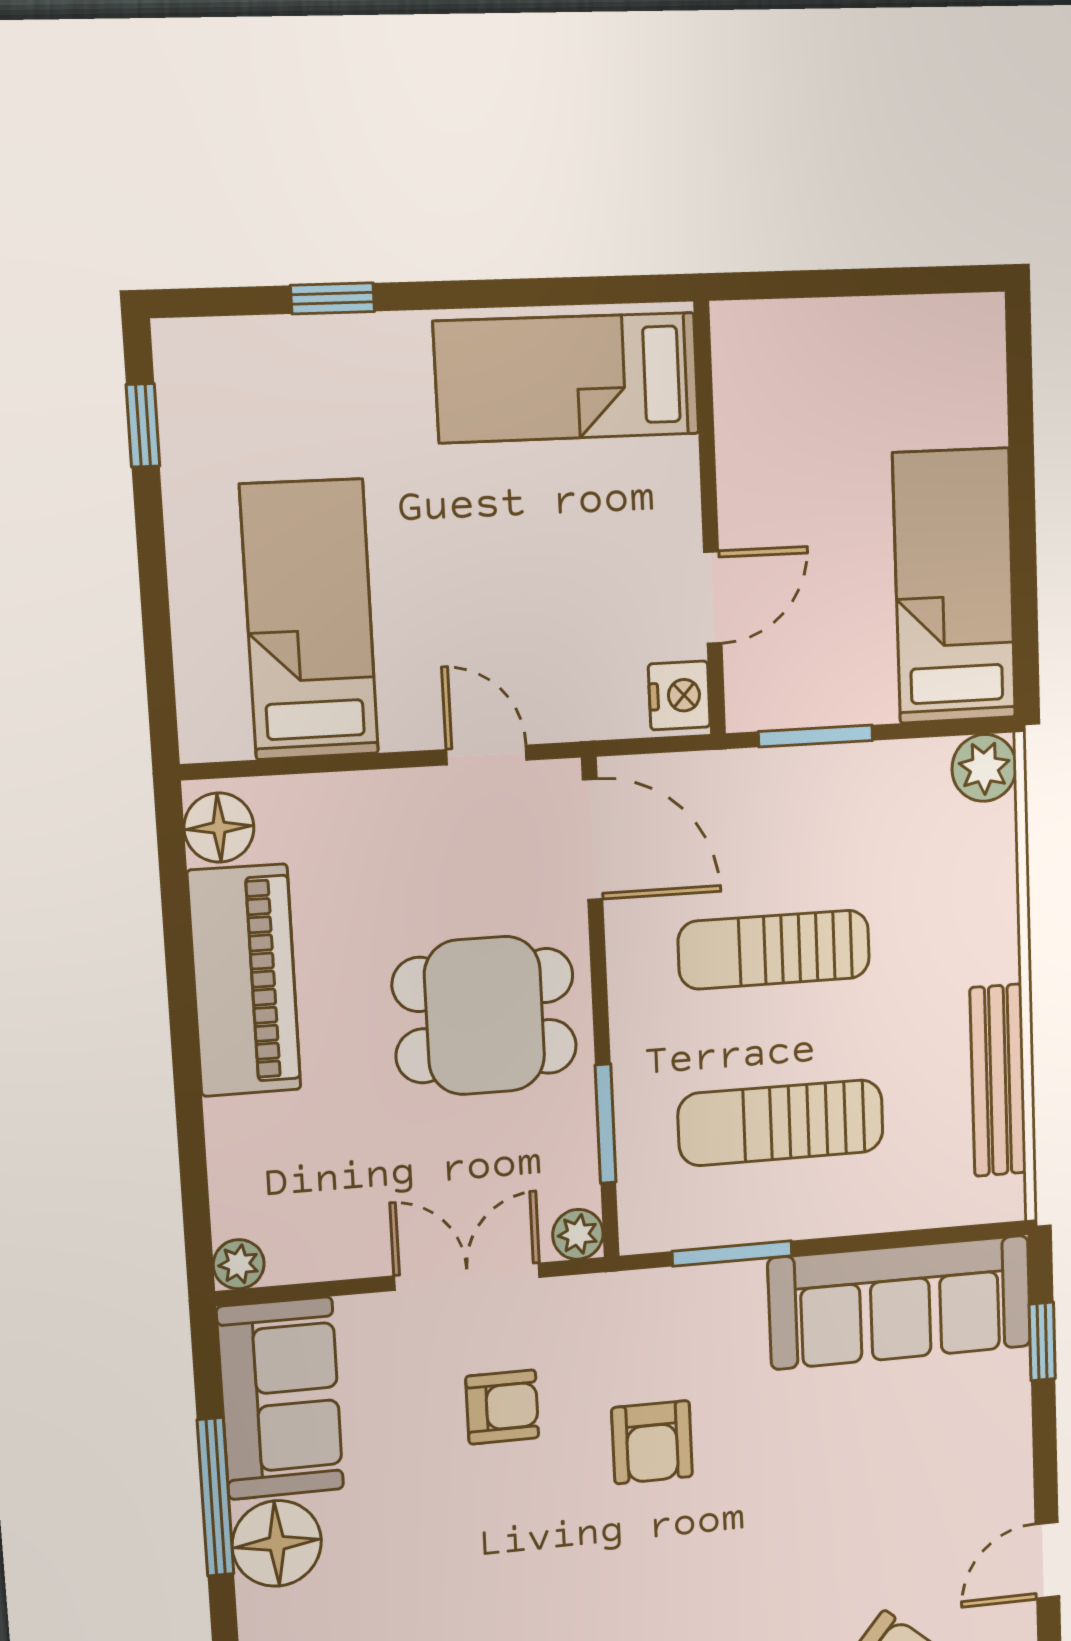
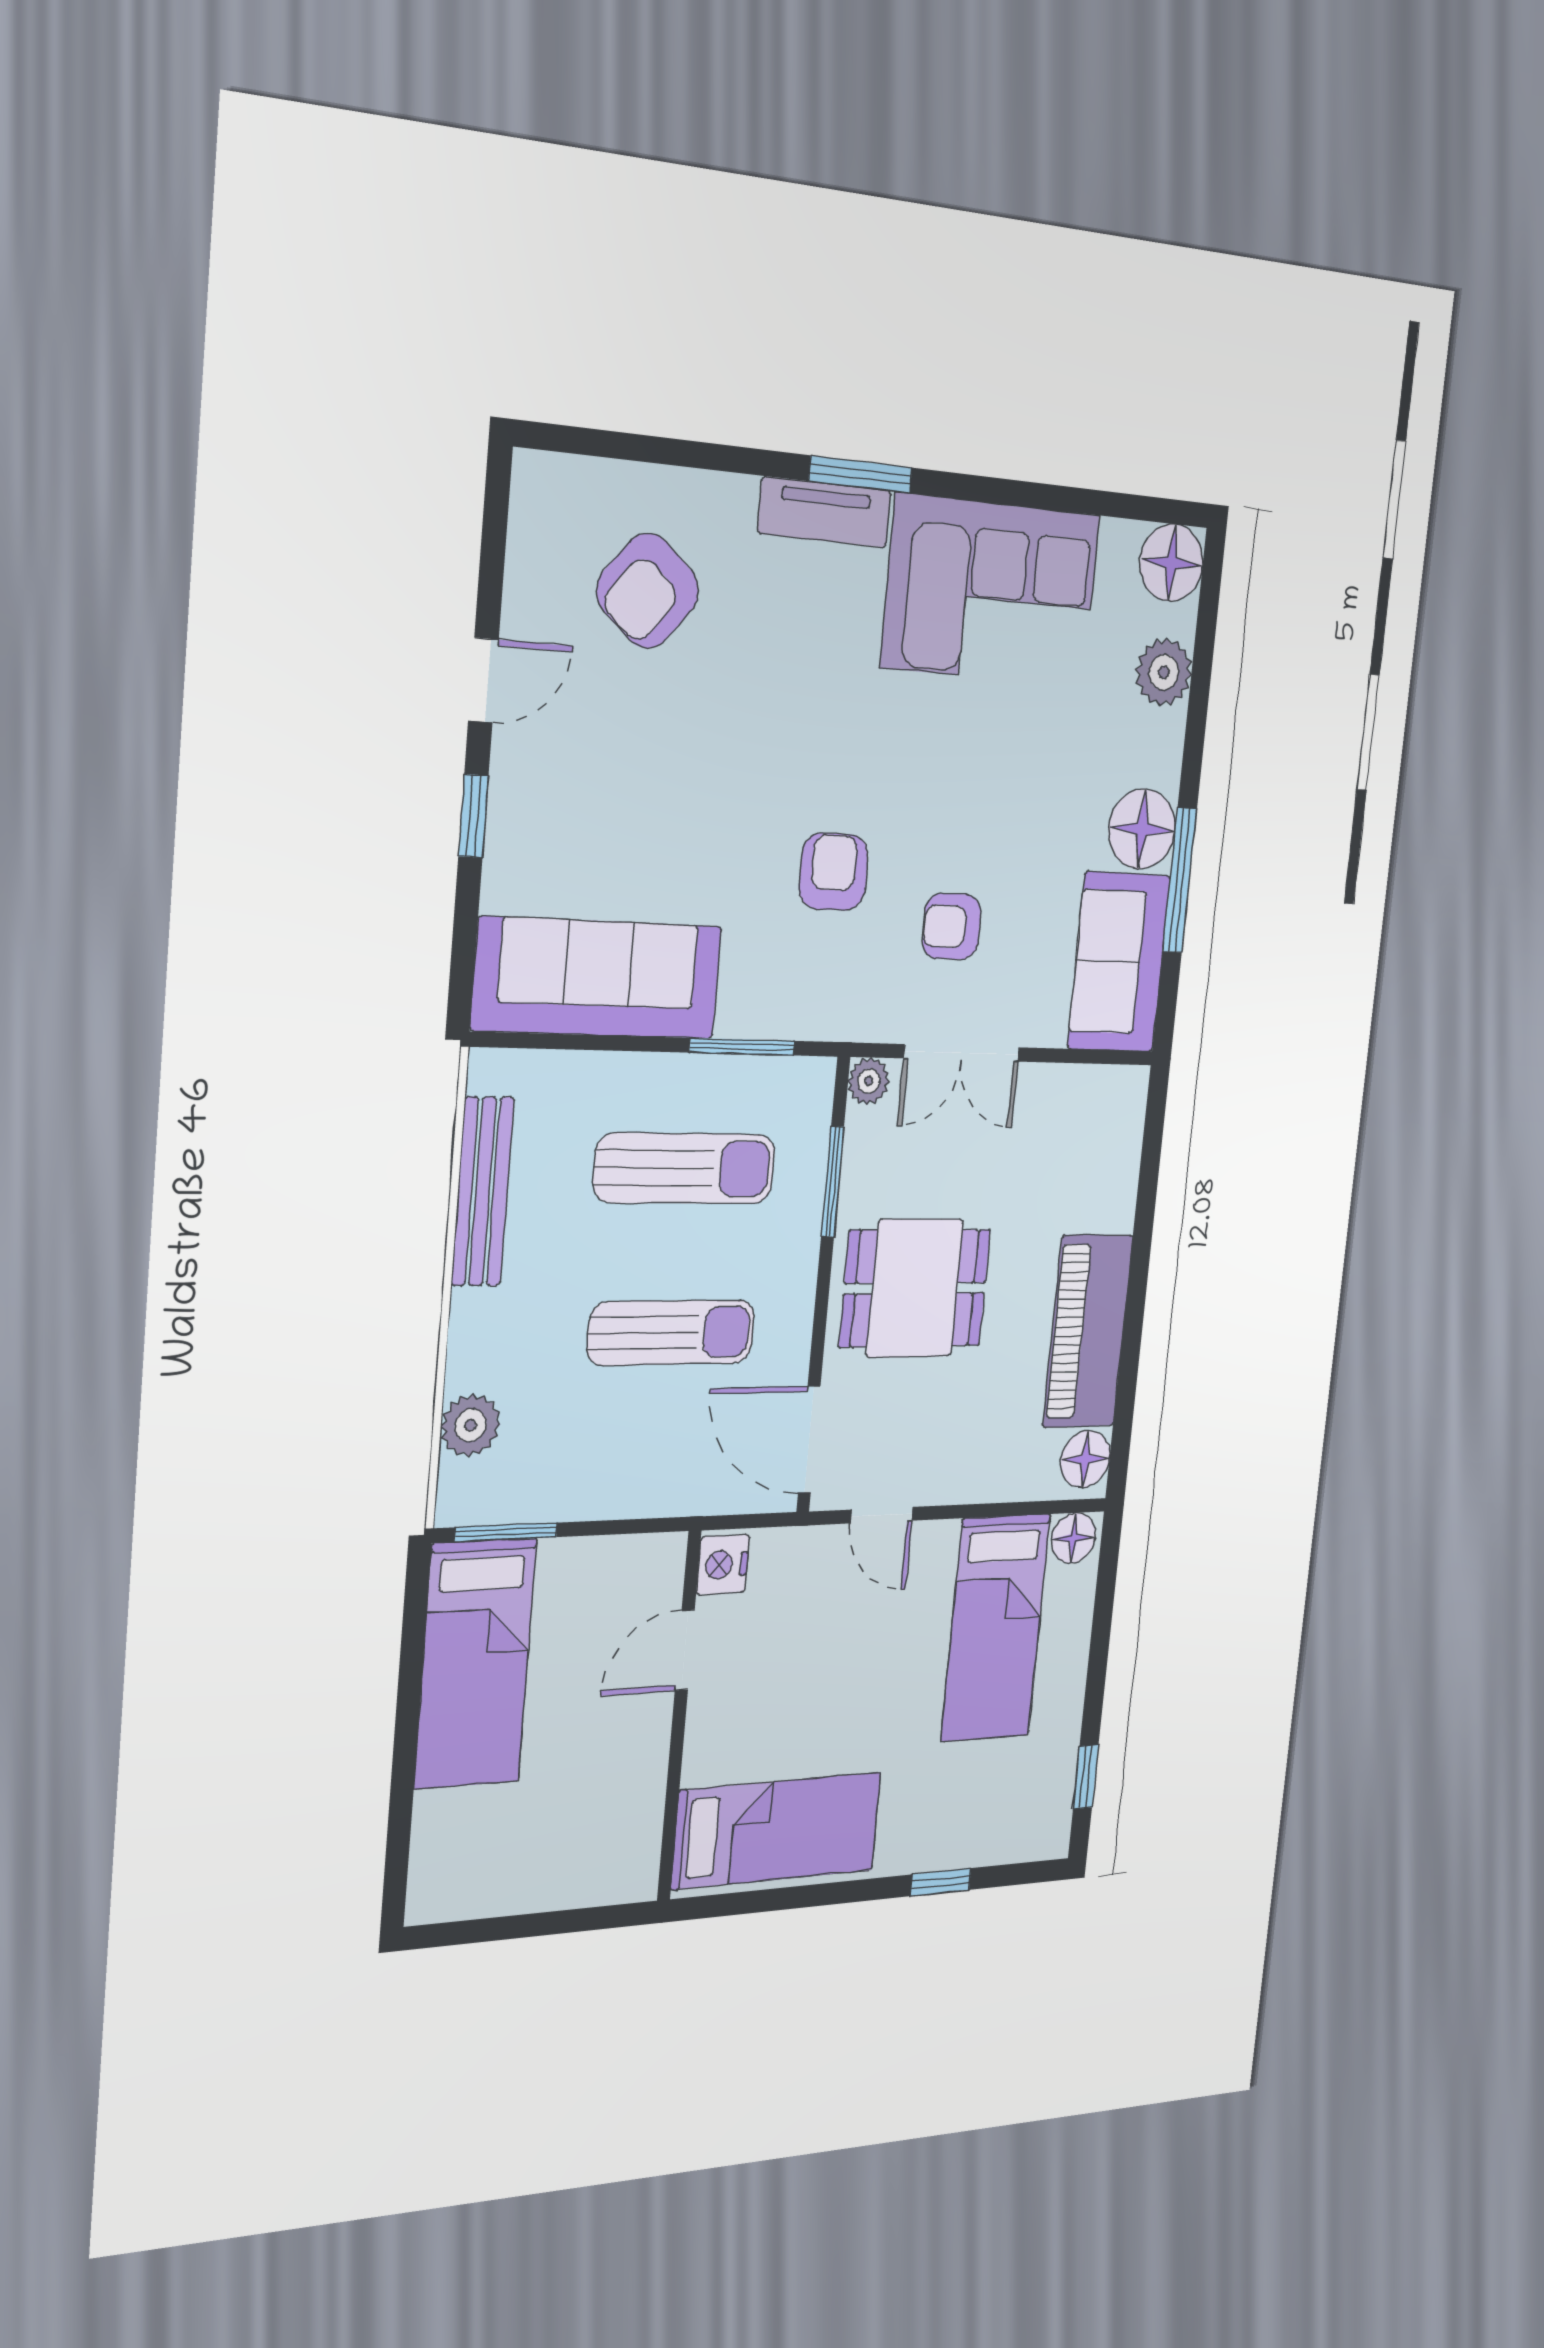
floor lamp: (218, 731) -> (1074, 1538), added
window: (815, 736) -> (506, 1532), moved
plant: (984, 768) -> (471, 1425), moved
plant: (239, 1264) -> (1130, 1086), removed
window: (1042, 1342) -> (473, 816), moved

